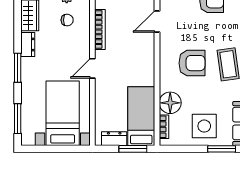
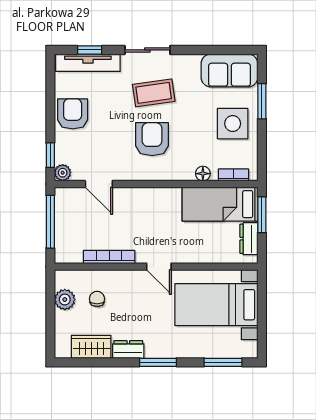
floor lamp: (170, 103) -> (203, 174), width x0.53, depth x0.53

